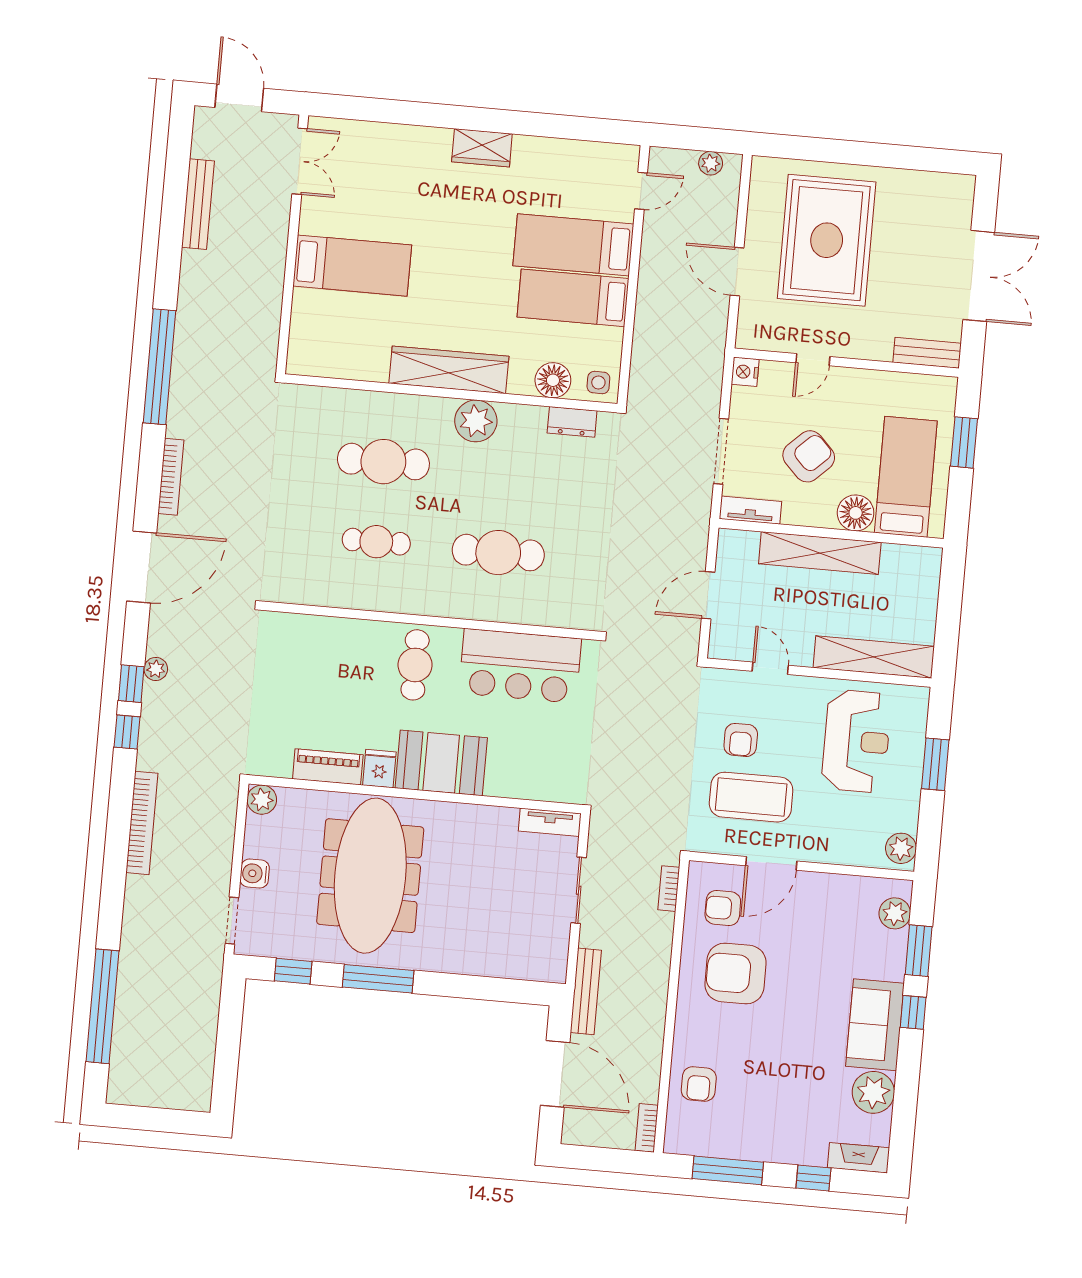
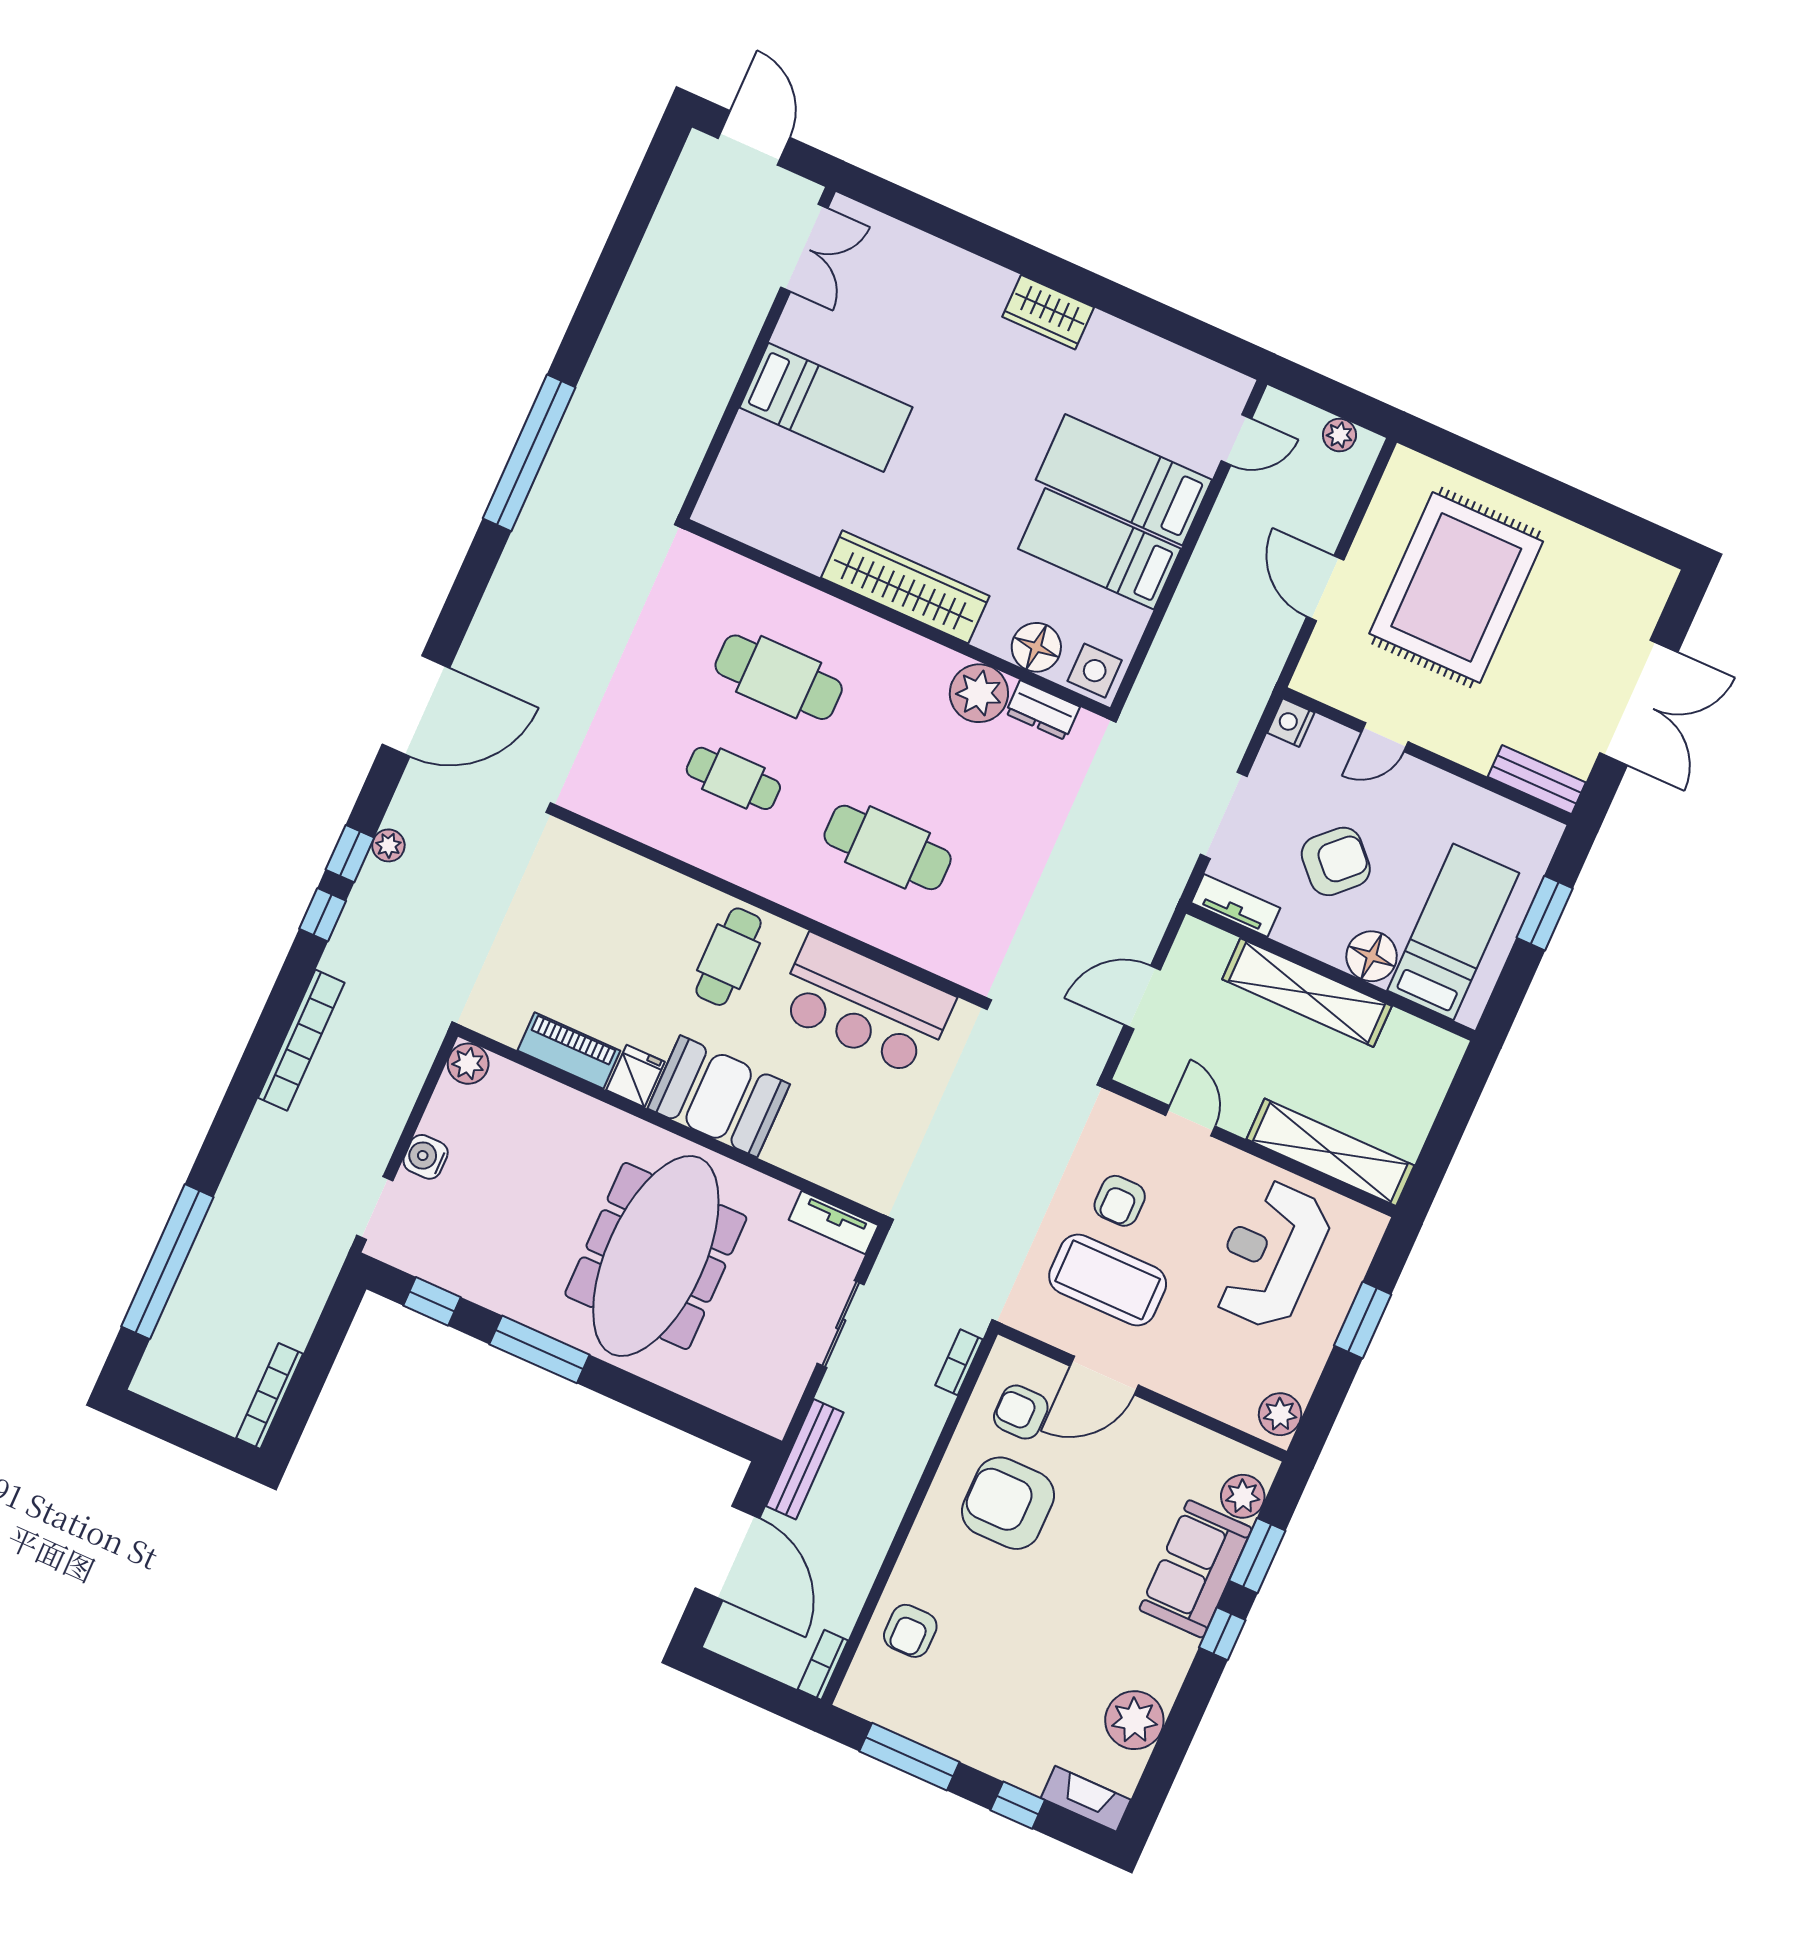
bench: (198, 204) -> (652, 258), removed
side table: (598, 383) -> (1095, 671), width x1.37, depth x1.37
plant: (476, 421) -> (979, 693), moved
bookcase: (171, 477) -> (270, 1396), moved, turned 180
reception desk: (856, 741) -> (1270, 1254), turned 180
meeting table: (370, 876) -> (656, 1256), moved
sofa: (875, 1025) -> (1196, 1569), moved

